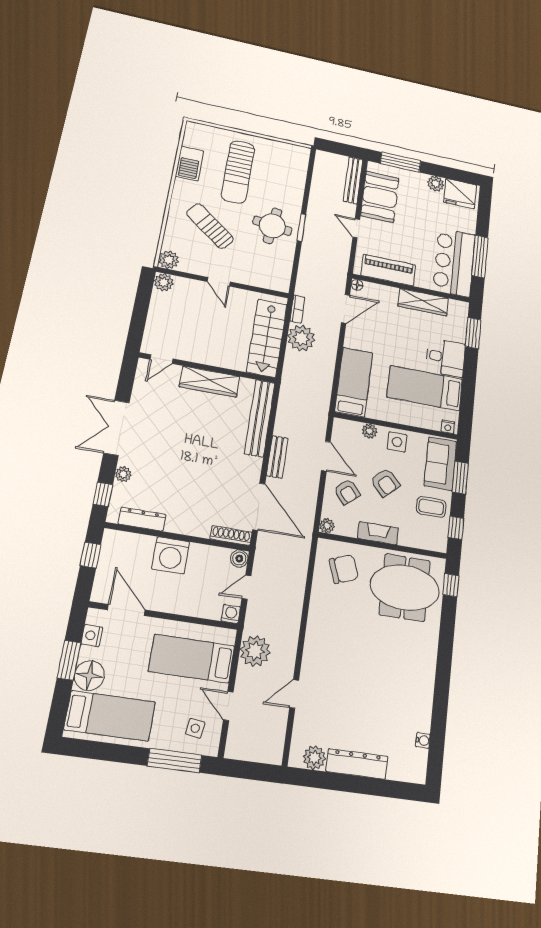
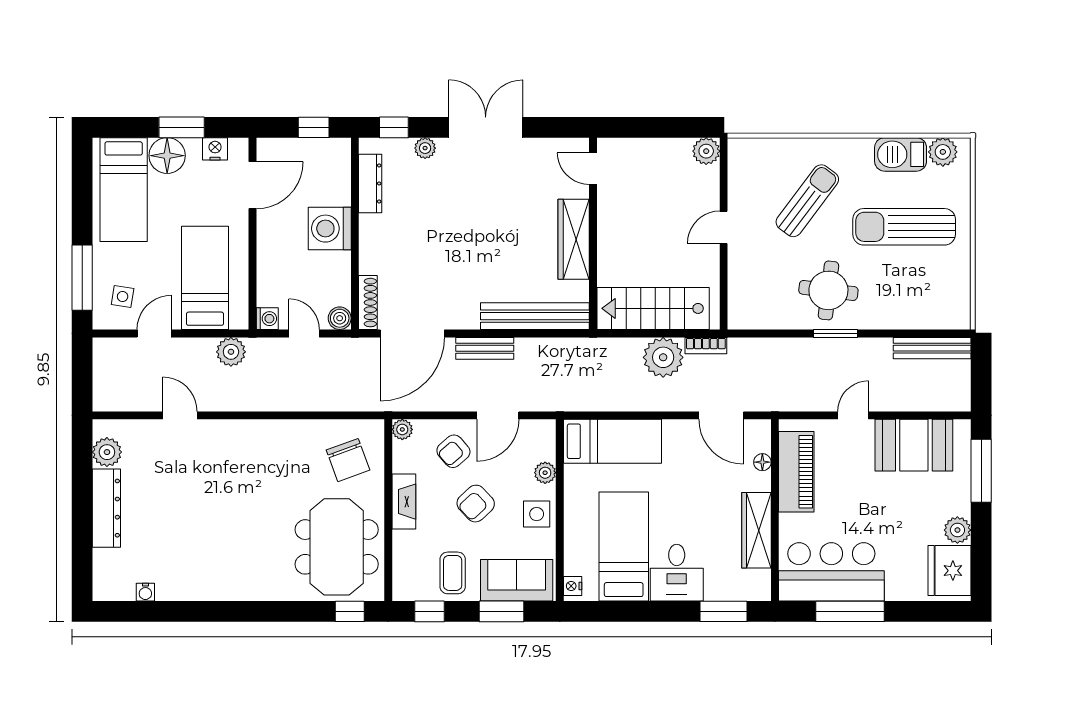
bench: (353, 180) -> (932, 348), moved
plant: (169, 260) -> (943, 152), moved
floor lamp: (357, 285) -> (762, 462), moved
plant: (255, 651) -> (231, 352), width x0.73, depth x0.73

